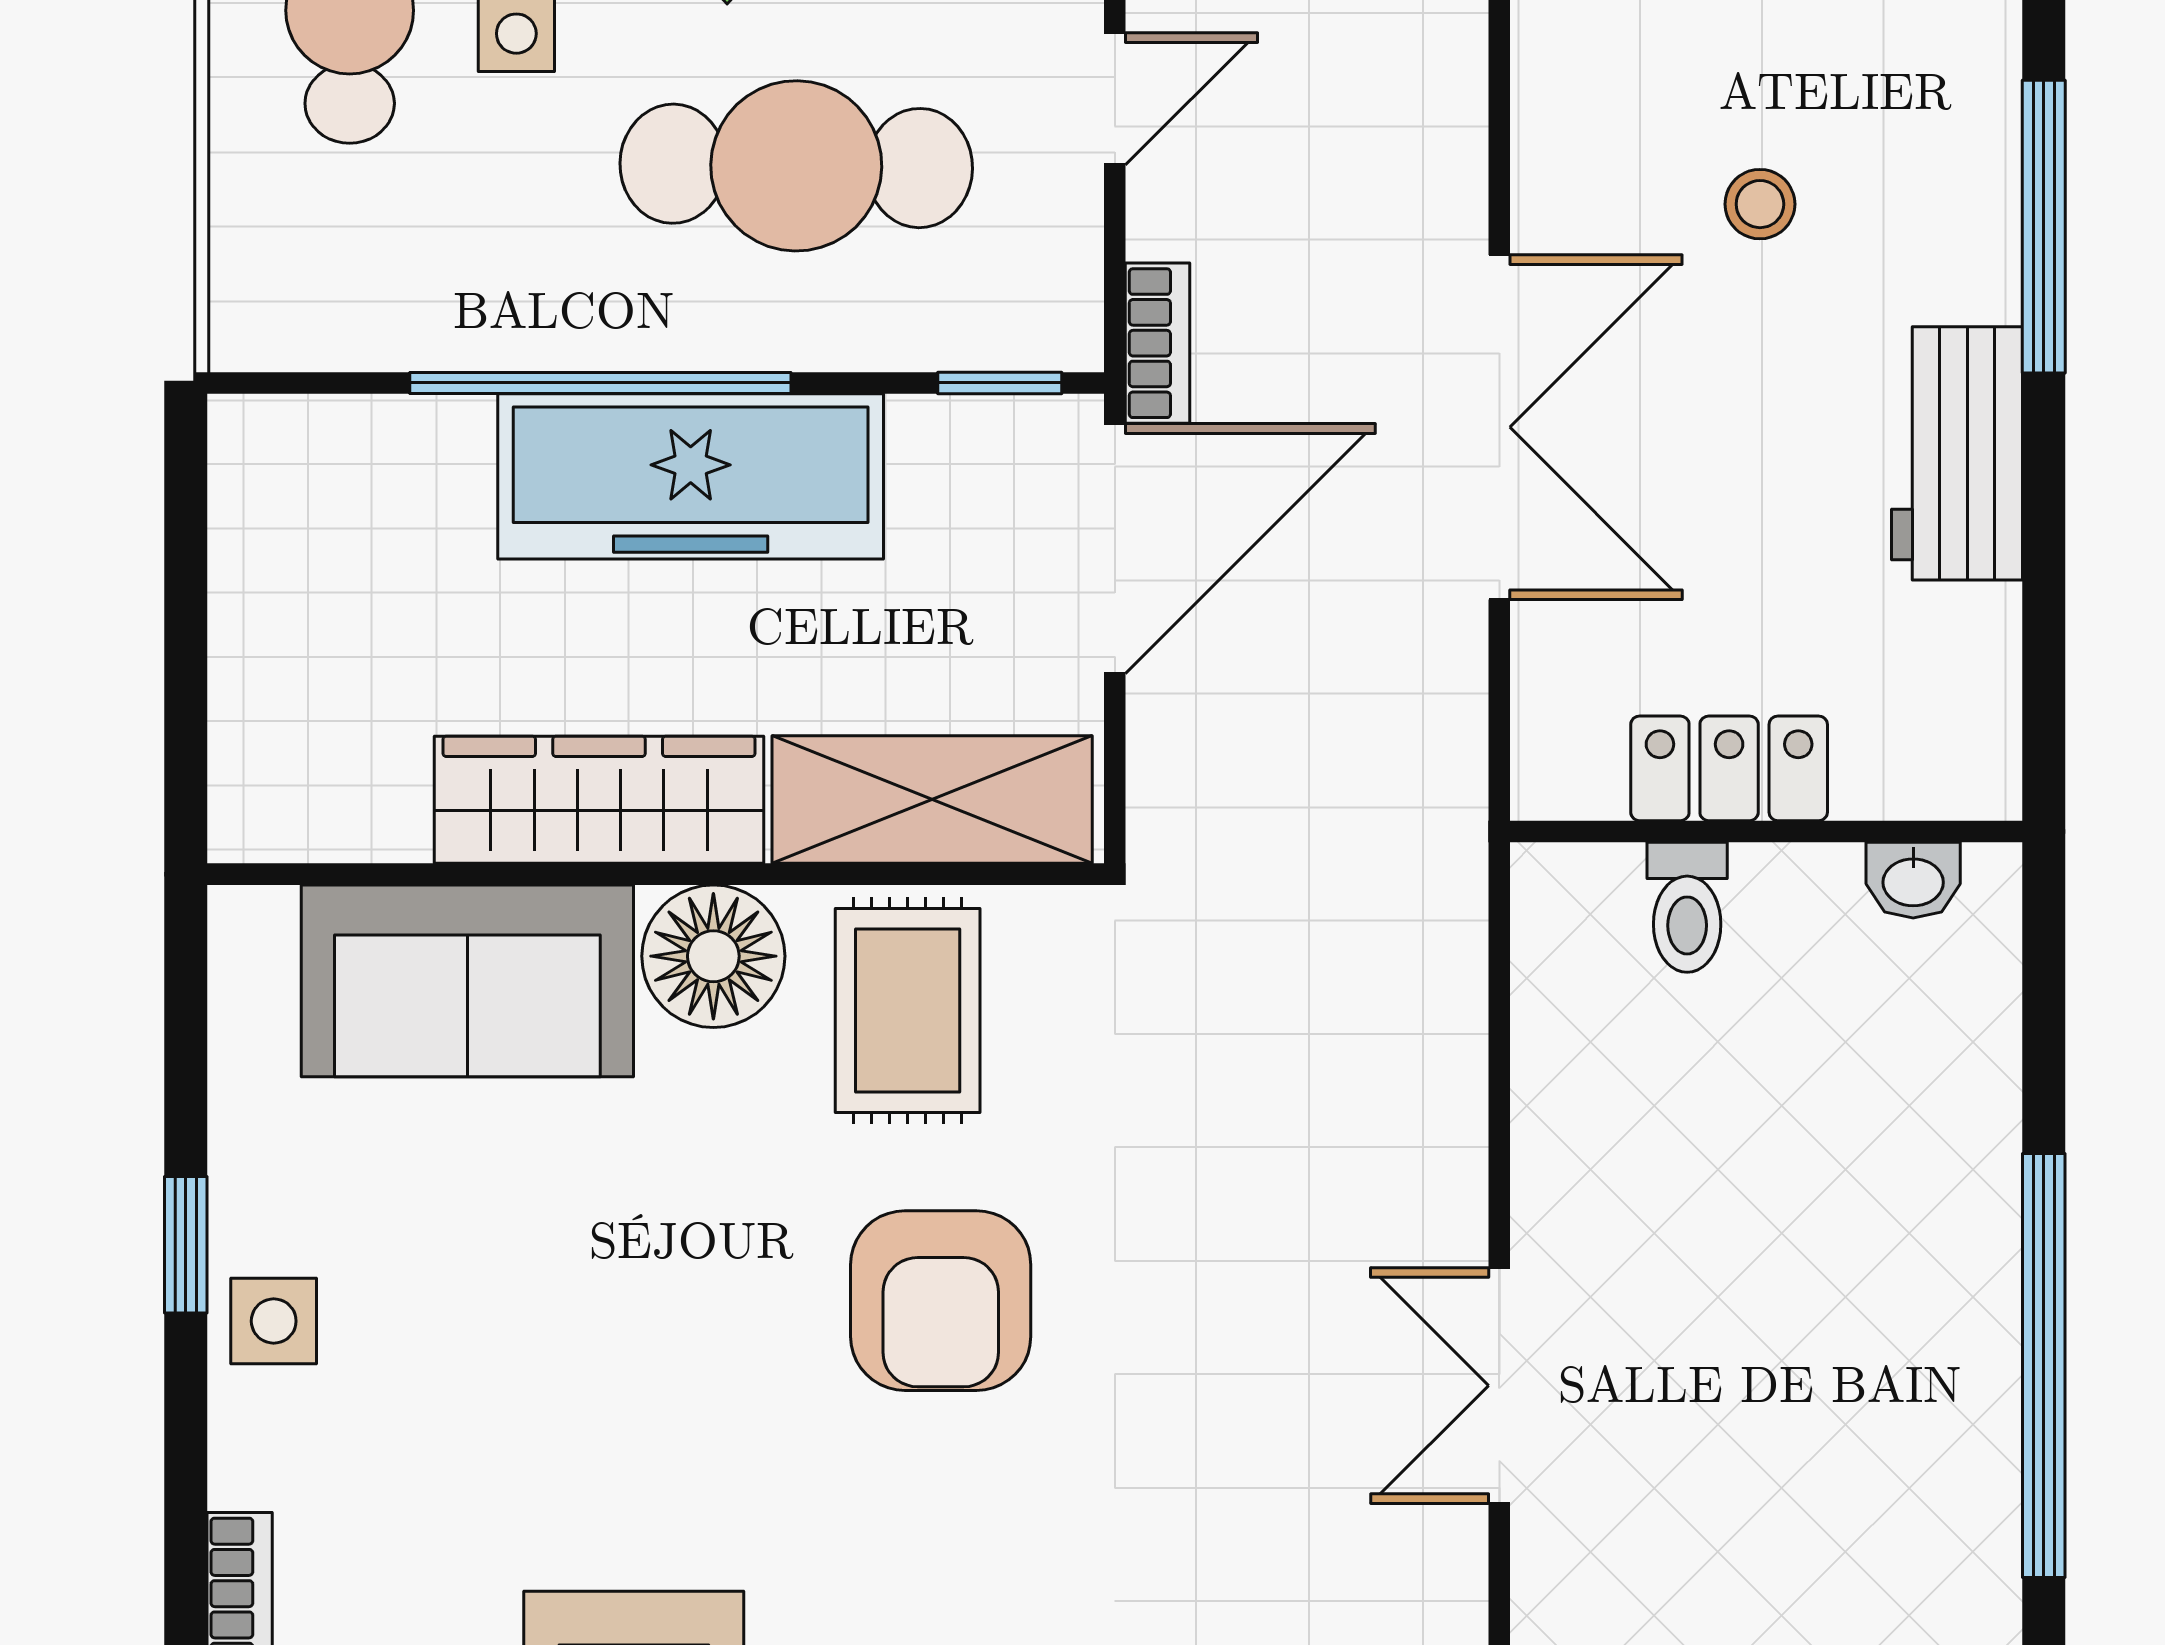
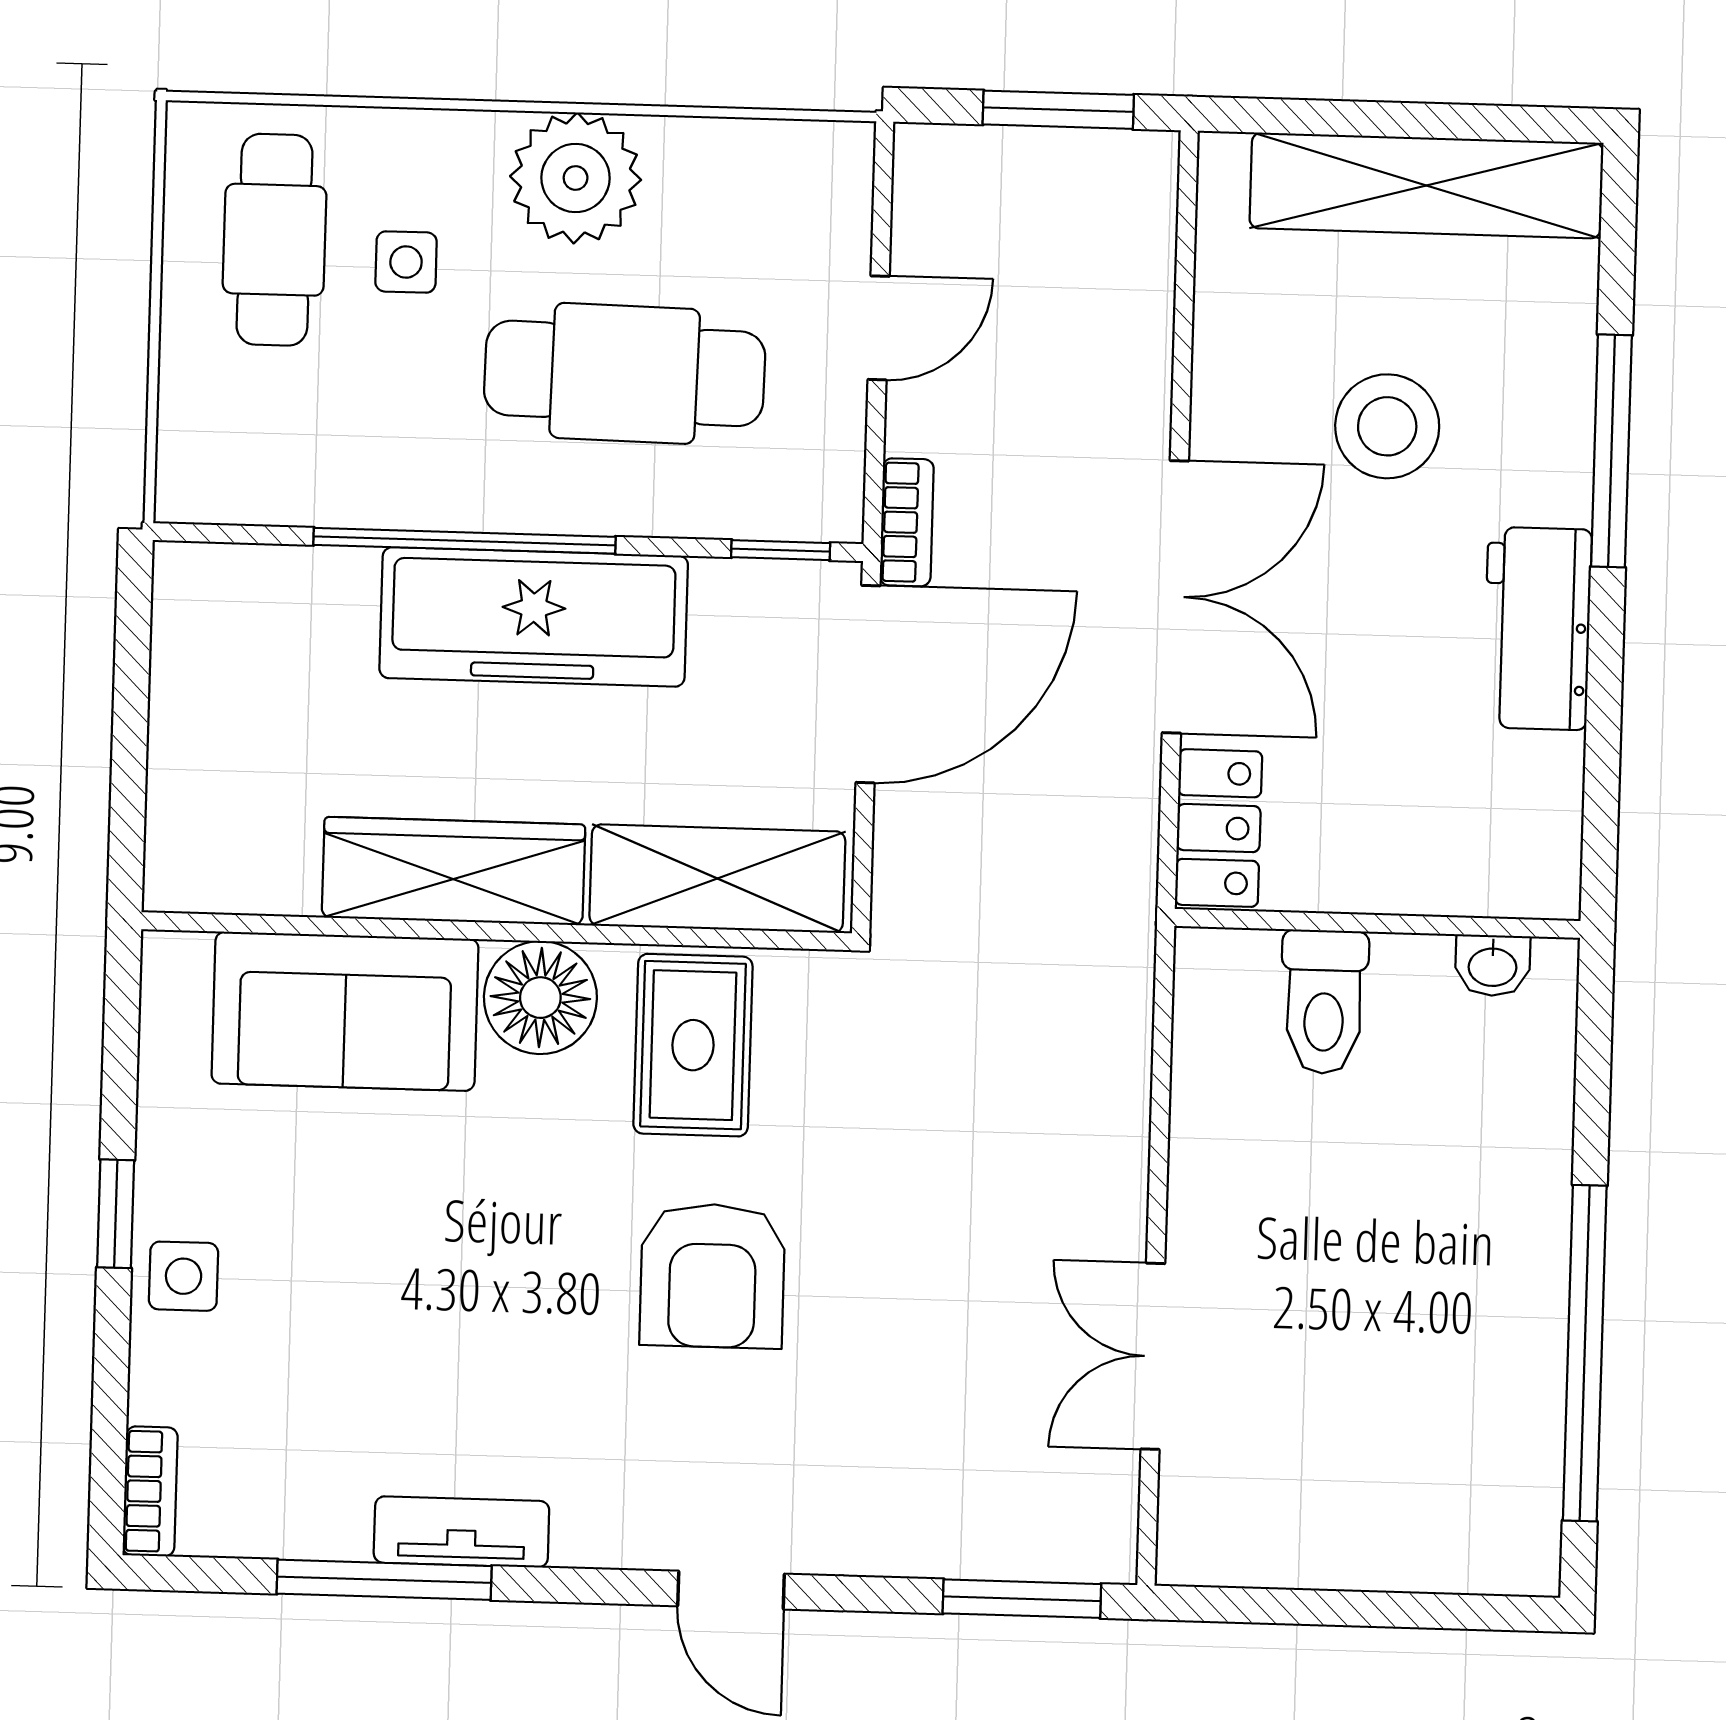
stool: (1760, 204) -> (1387, 426), width x1.89, depth x1.89
locker: (1729, 768) -> (1219, 828), moved, turned 90
toilet: (1687, 907) -> (1324, 1002), width x1.37, depth x1.39

